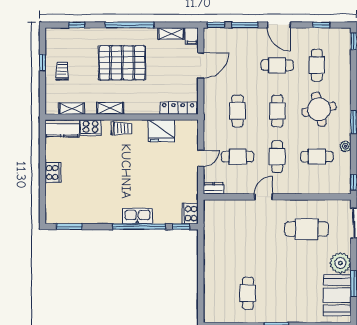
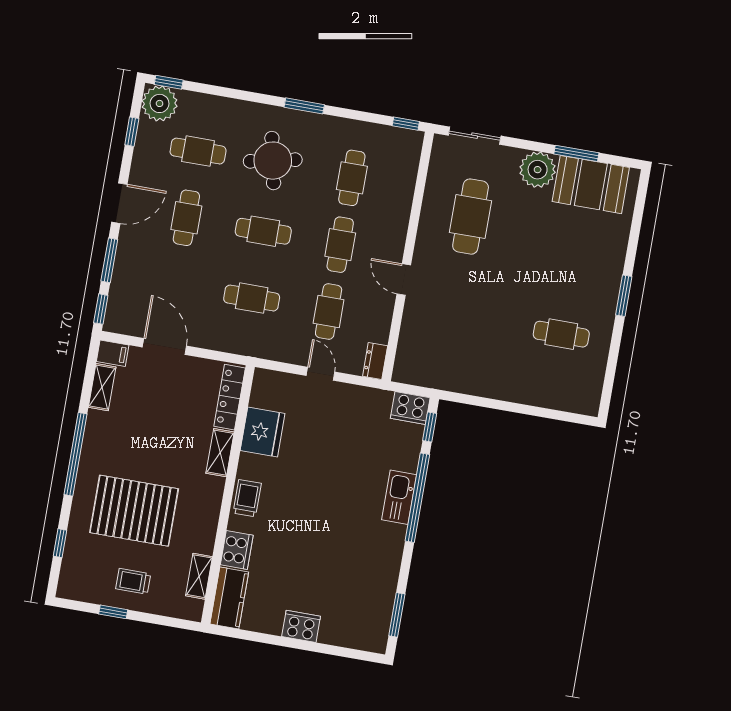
pallet: (122, 63) -> (134, 511), moved, turned 90
shelving: (110, 108) -> (220, 453), moved
plant: (345, 146) -> (160, 103), moved, width x1.88, depth x1.88
cafe table: (277, 157) -> (340, 245), turned 90

